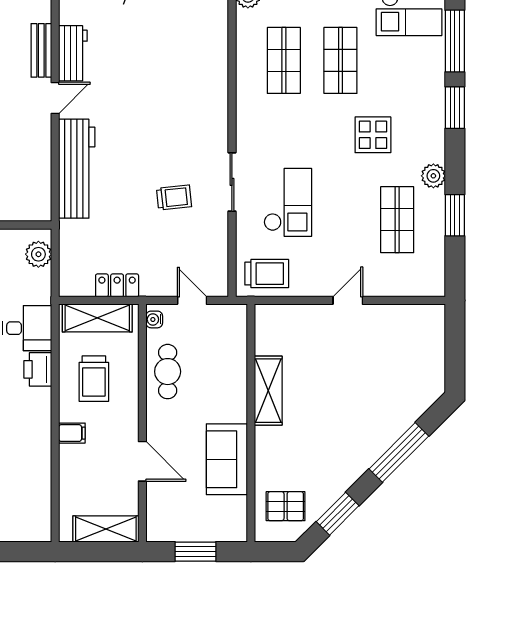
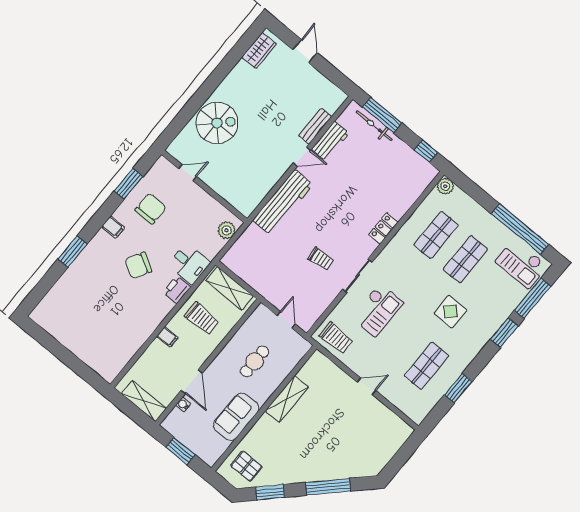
plant: (433, 176) -> (464, 359), removed
locker: (117, 285) -> (383, 228), moved, turned -90
water cooler: (154, 319) -> (183, 404), moved
cafe table: (168, 372) -> (255, 361), moved
trolley: (94, 379) -> (202, 318), turned -90

